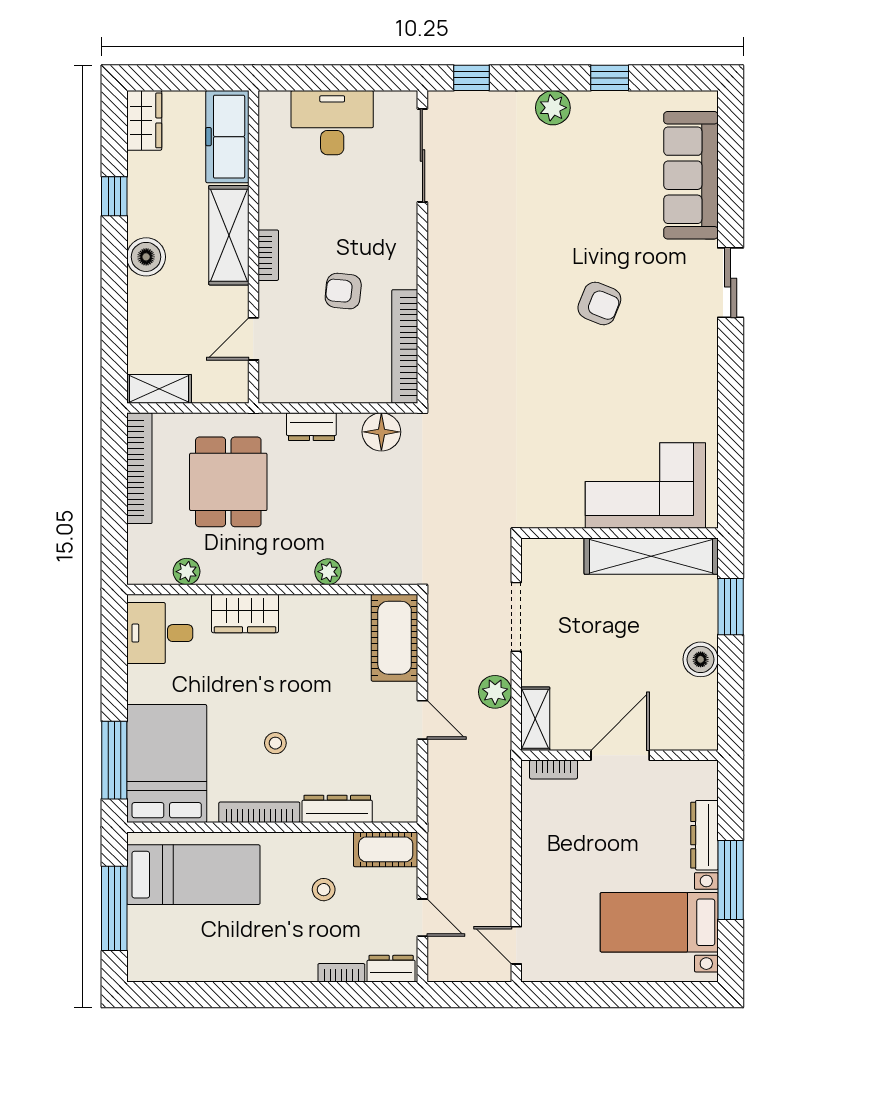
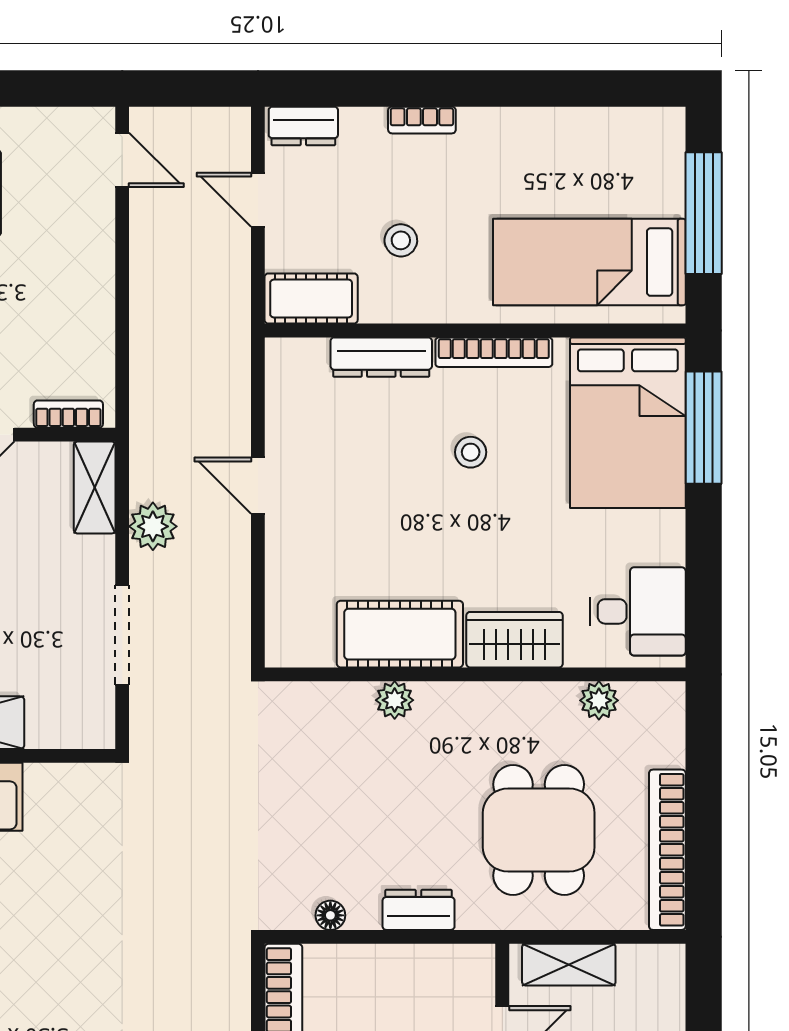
shelving: (159, 389) -> (569, 965), moved
floor lamp: (381, 432) -> (330, 915), width x0.53, depth x0.53
cot: (395, 638) -> (400, 634), moved, turned 90
bookcase: (341, 973) -> (422, 120), moved

